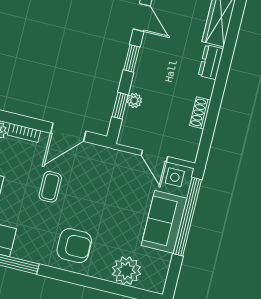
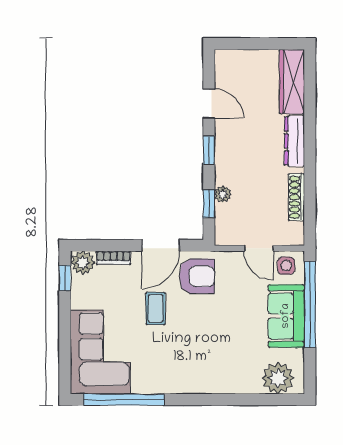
dresser: (211, 62) -> (294, 141), width x1.44
shoe rack: (200, 113) -> (296, 197), width x1.43
armchair: (74, 246) -> (197, 276), moved
plant: (126, 271) -> (278, 378), moved

